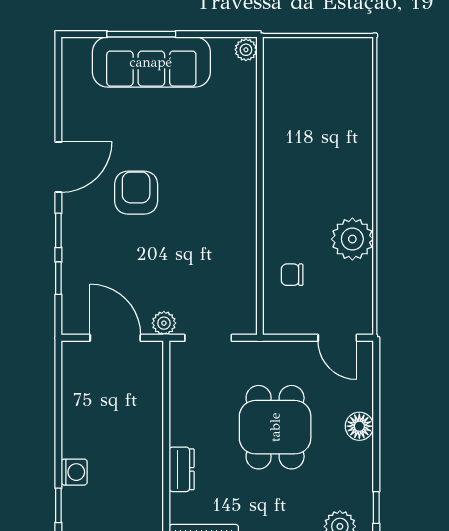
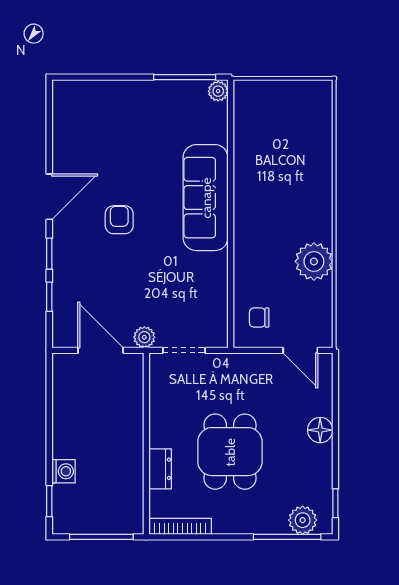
window: (141, 34) -> (185, 77), moved
sofa: (151, 62) -> (206, 198), moved, turned 90
armchair: (136, 193) -> (119, 220), width x0.72, depth x0.72
chair: (292, 275) -> (259, 318), moved
dining table: (275, 427) -> (230, 452), moved

